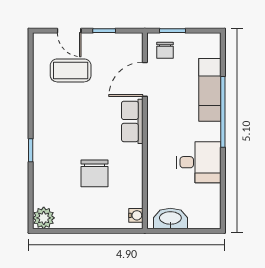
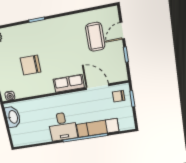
desk: (199, 162) -> (63, 126), moved

